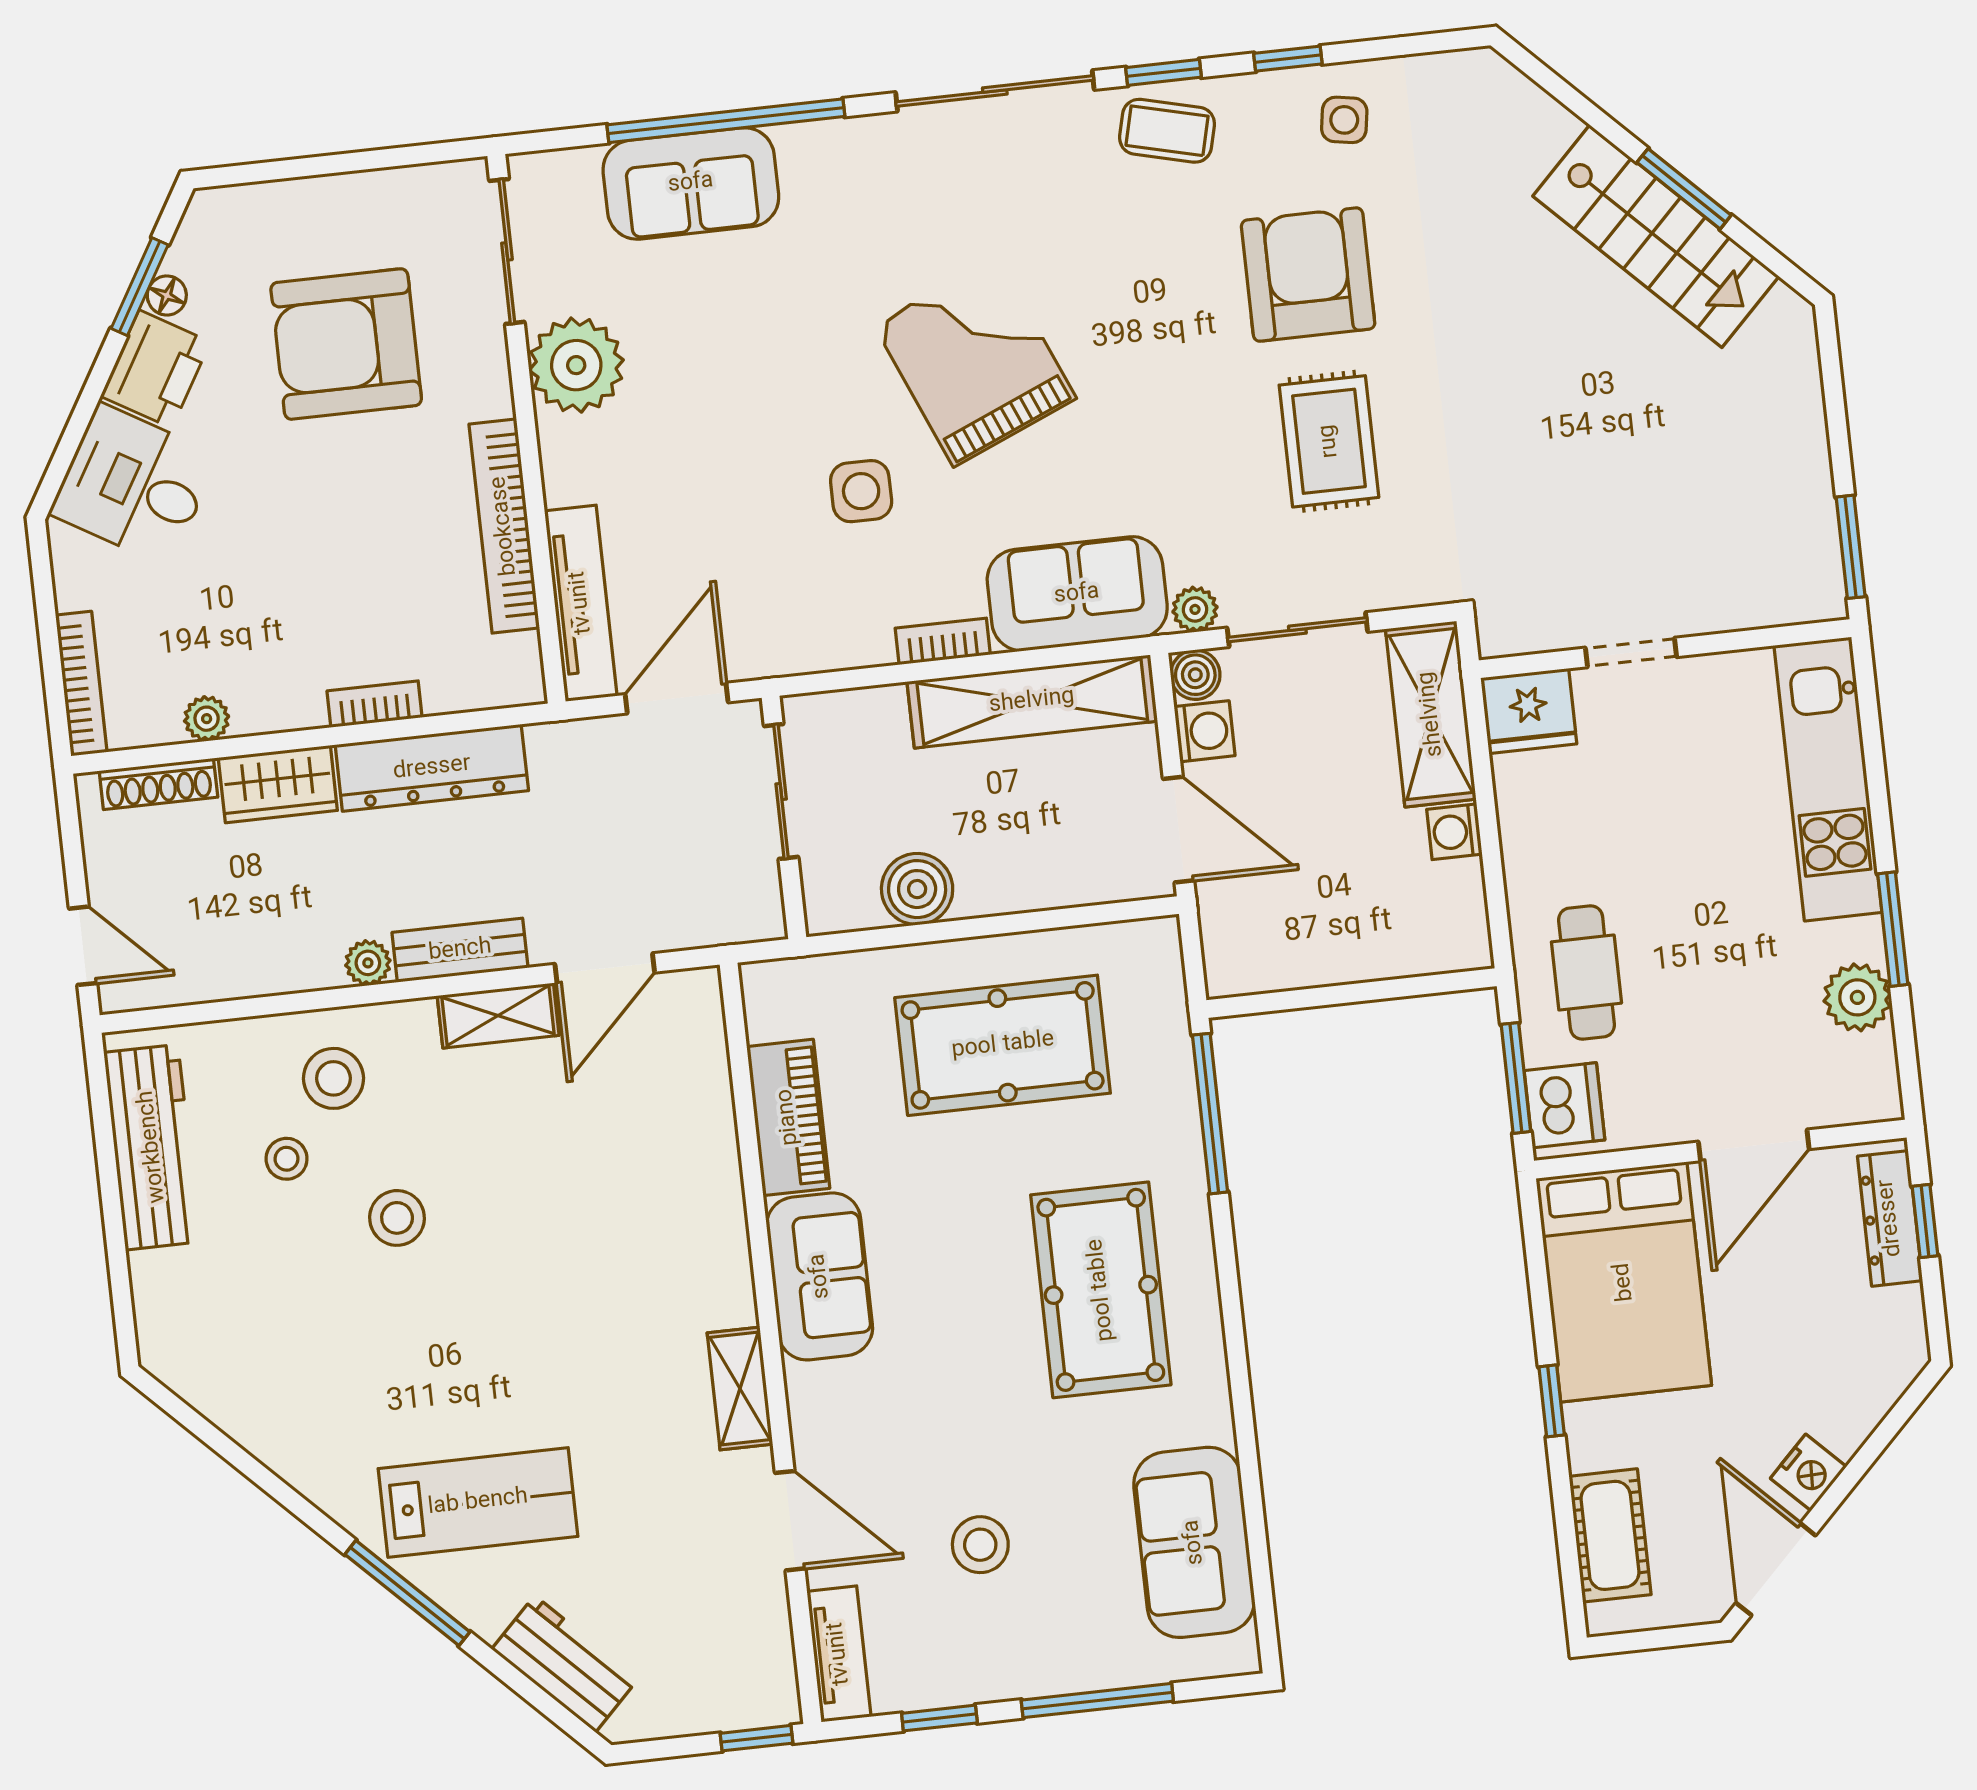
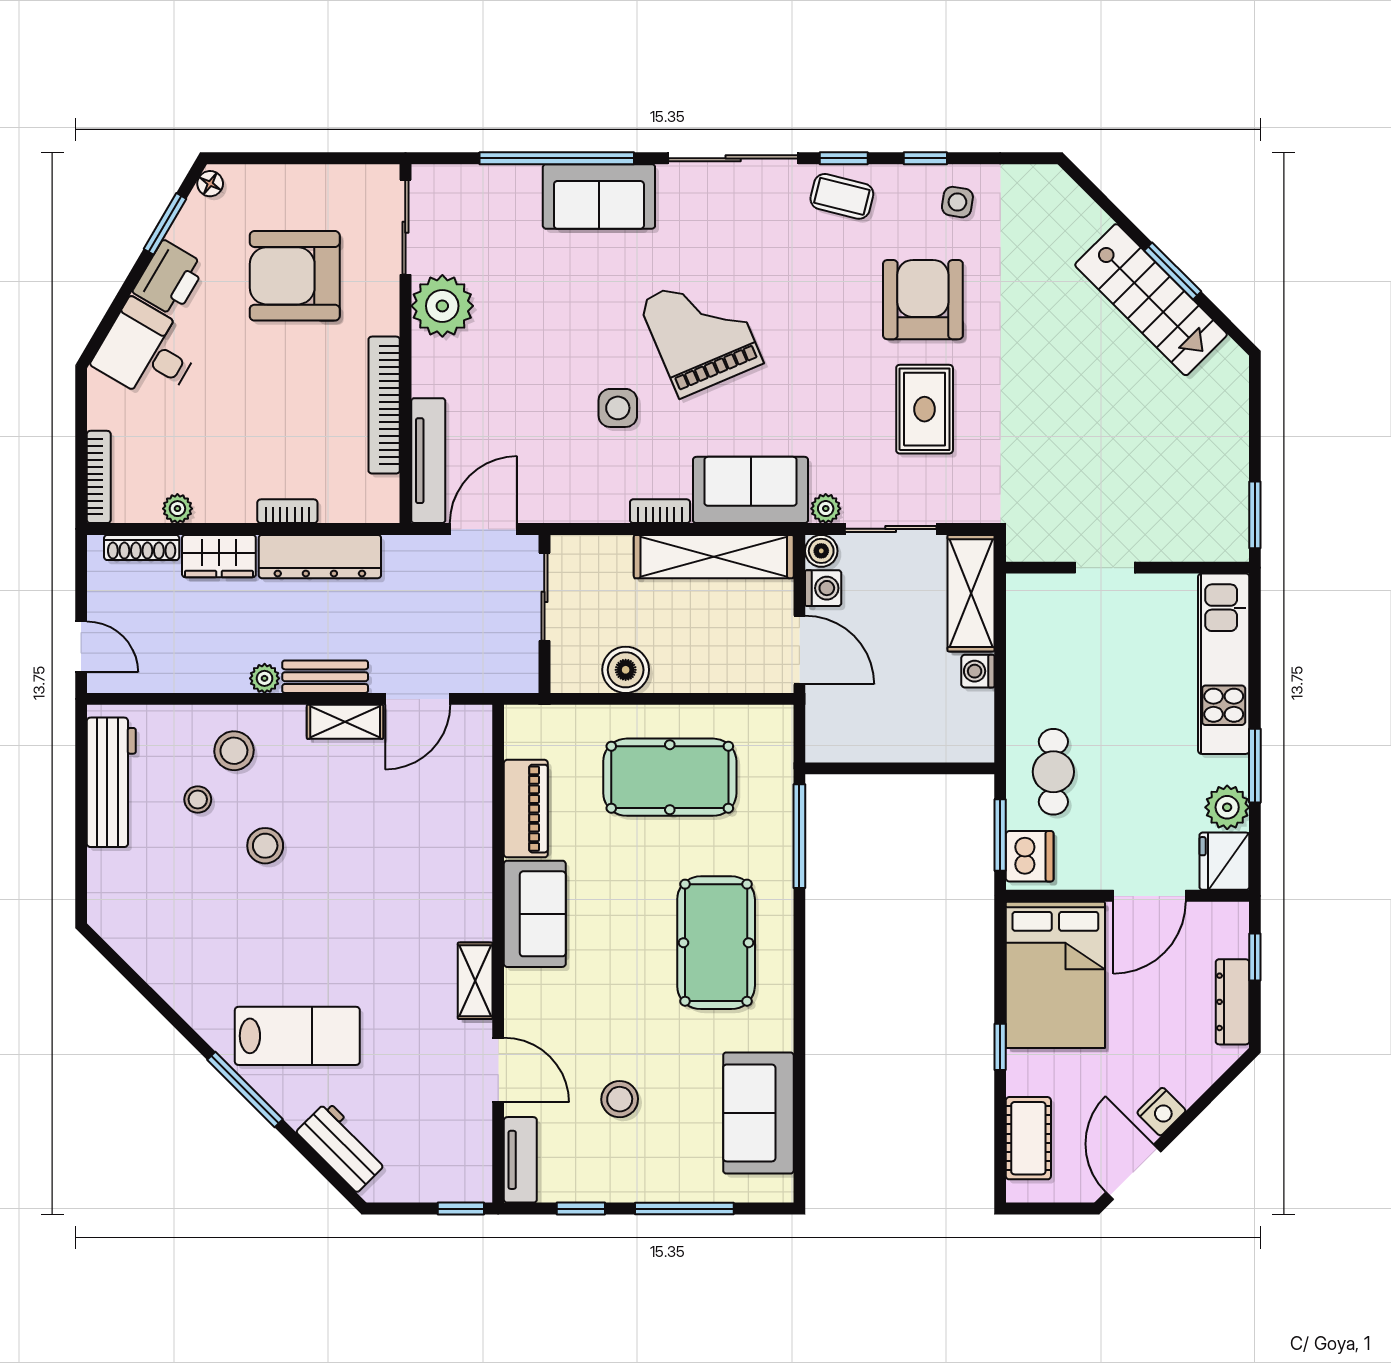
sofa: (691, 183) -> (599, 196), moved
floor lamp: (167, 295) -> (210, 184), moved
fridge: (1529, 711) -> (1224, 861), moved, turned 90
dresser: (1890, 1218) -> (1232, 1002), moved

